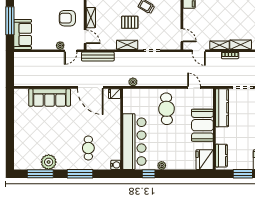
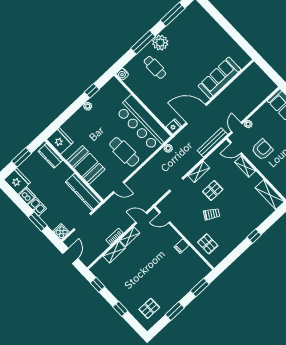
bar counter: (134, 142) -> (143, 123), moved
plant: (49, 162) -> (160, 43), moved

